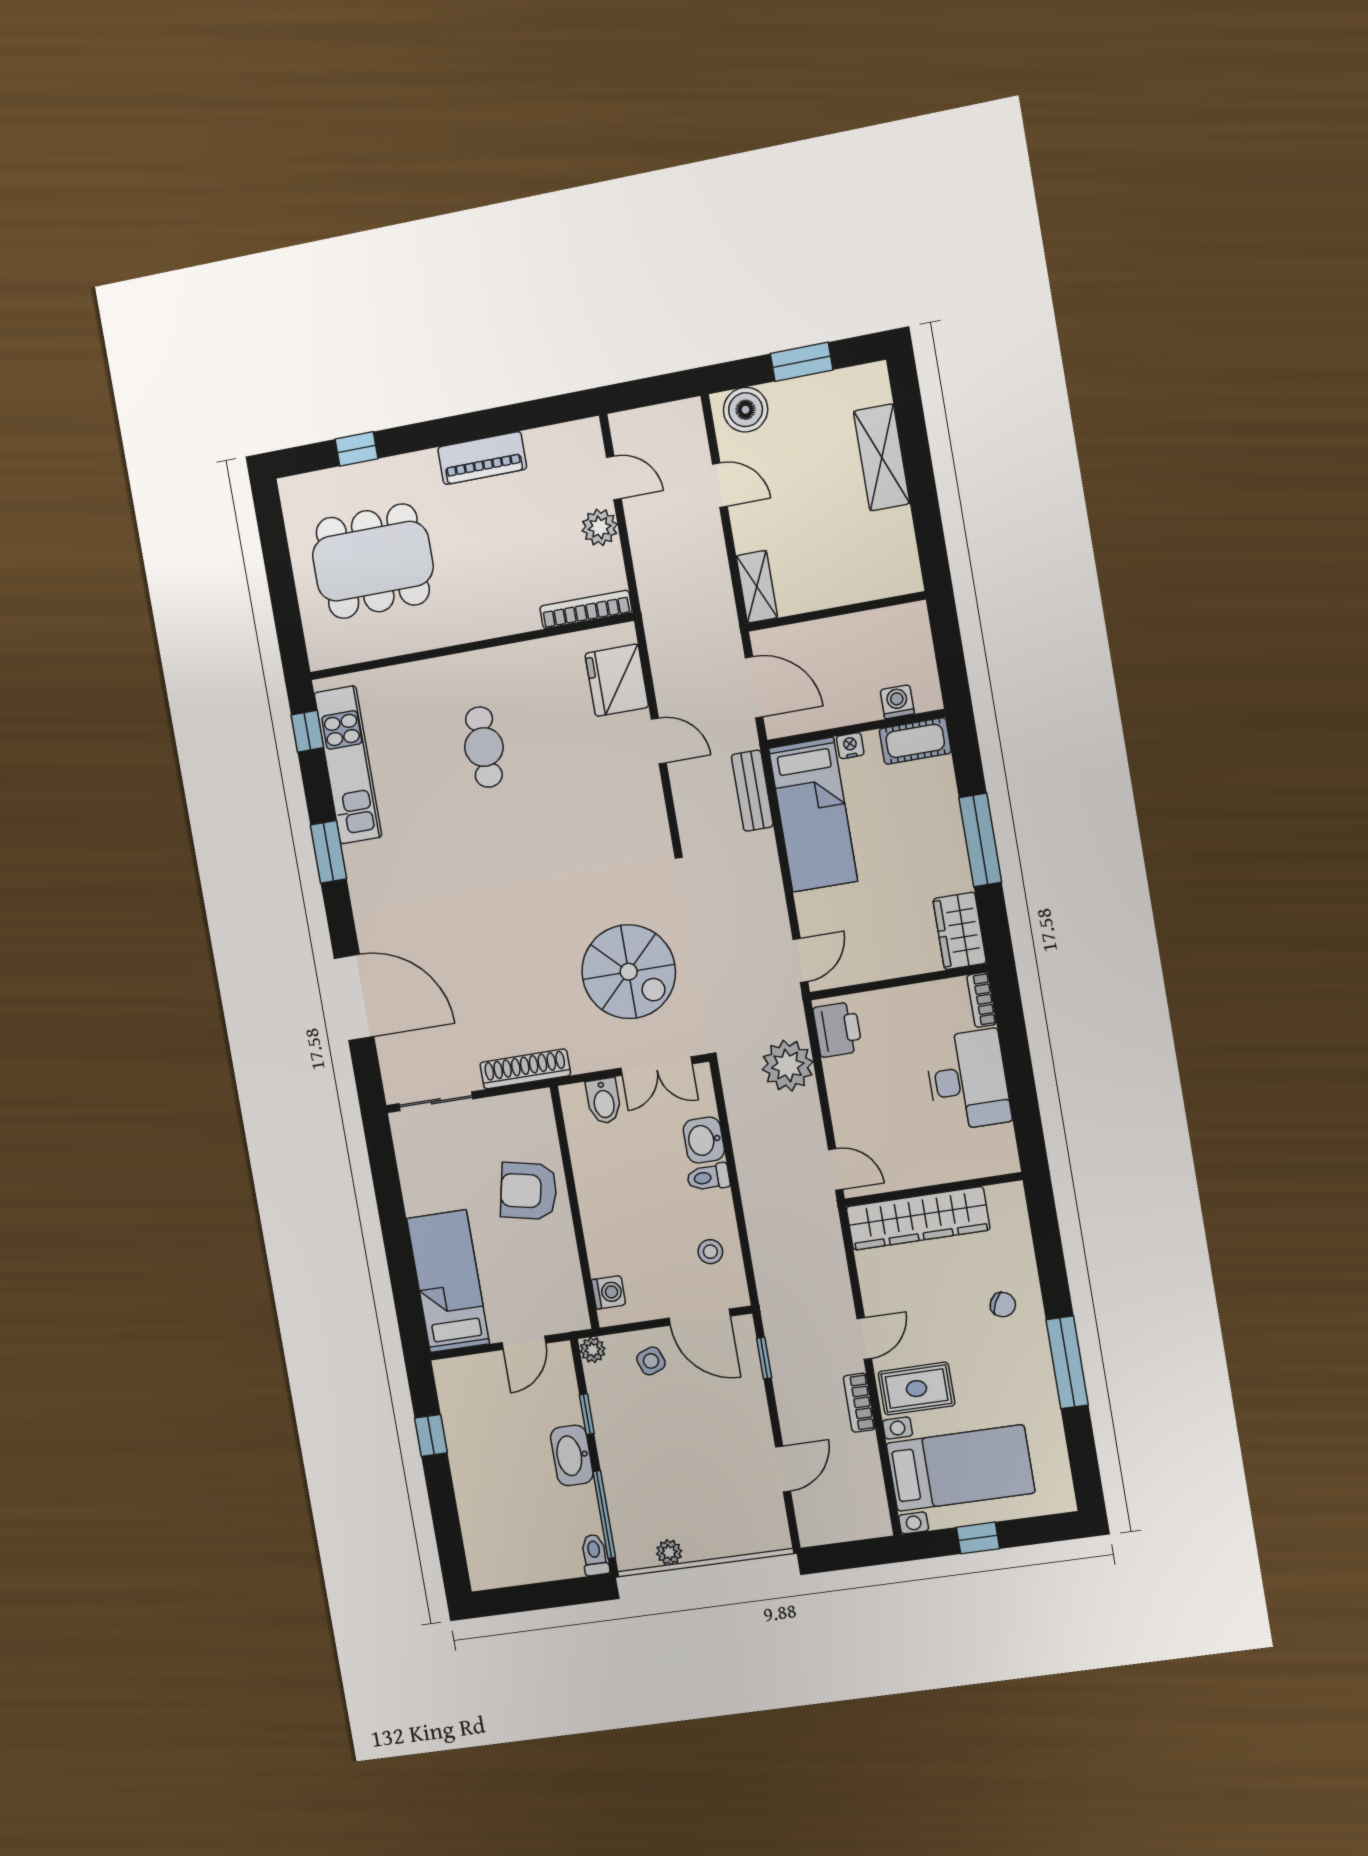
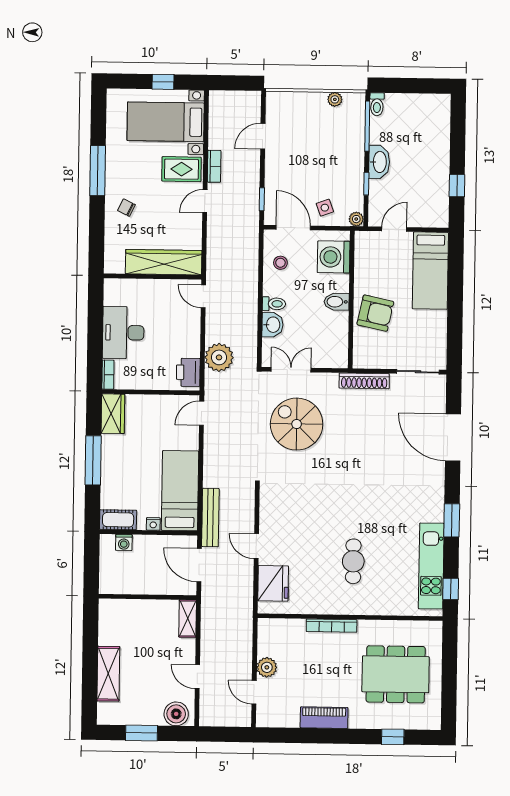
bookcase: (586, 609) -> (332, 626), moved
bench: (752, 791) -> (210, 518), width x1.36
bidet: (604, 1101) -> (337, 302), moved, turned -90
washing machine: (608, 1292) -> (334, 257), width x1.89, depth x1.89

